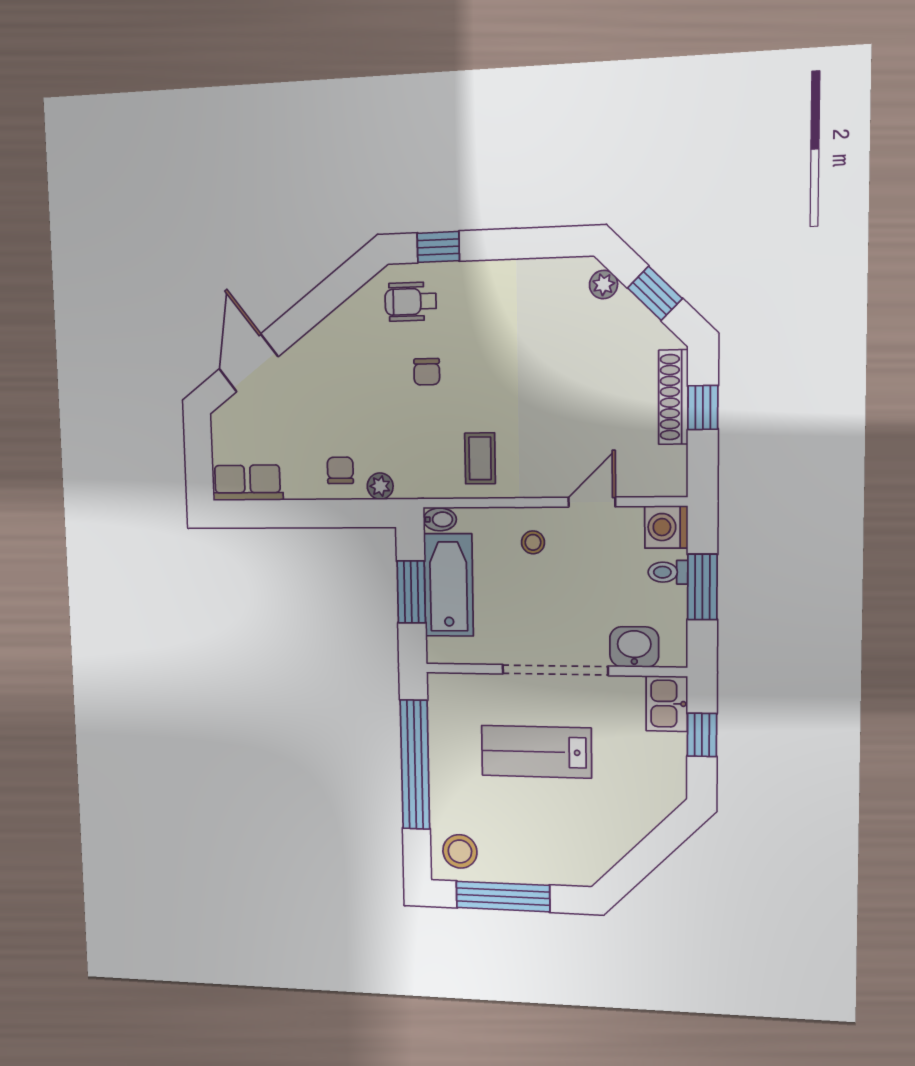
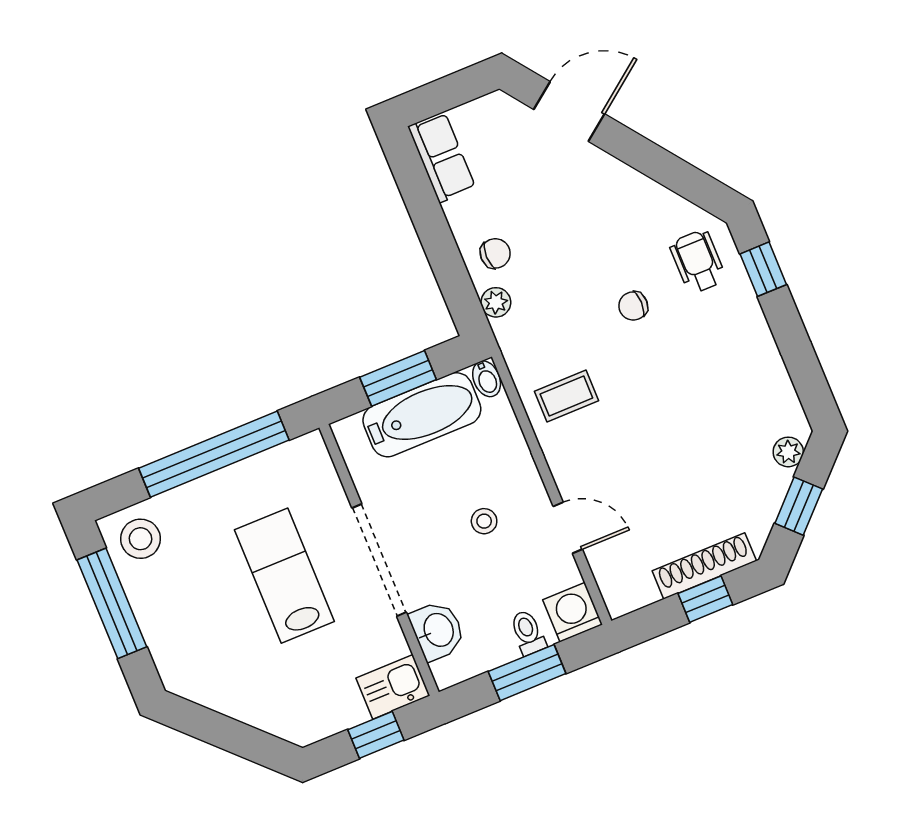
stool: (533, 542) -> (484, 521), moved

